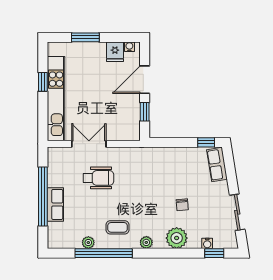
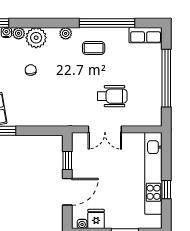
double door: (89, 144) -> (105, 129), moved
wheelchair: (98, 178) -> (112, 96), turned 180
row of seats: (55, 204) -> (146, 35), moved, turned -90
plant: (88, 243) -> (19, 33), moved

